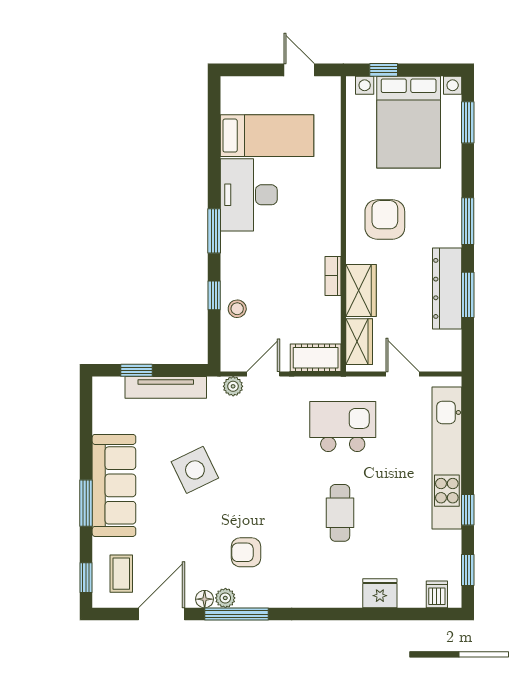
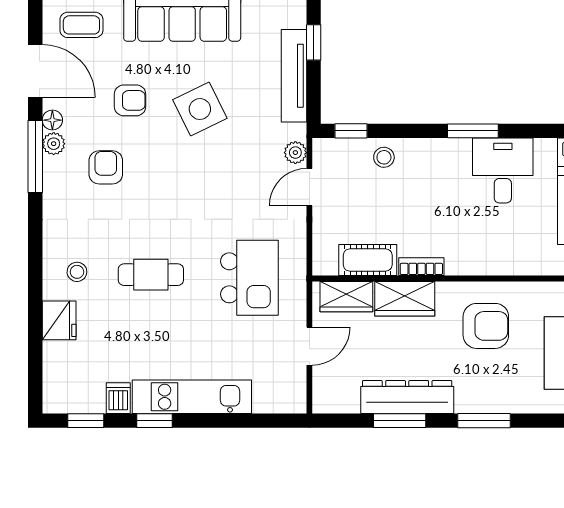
desk: (249, 195) -> (503, 170), width x0.73
window: (214, 295) -> (351, 131), moved
cot: (316, 358) -> (368, 260), moved, turned 90
door: (263, 374) -> (309, 187), swing flipped
kitchen unit: (447, 458) -> (192, 397), width x0.73
armchair: (187, 531) -> (130, 100), added
stool: (338, 578) -> (77, 272), added
dishwasher: (437, 594) -> (118, 398), moved, turned -90

